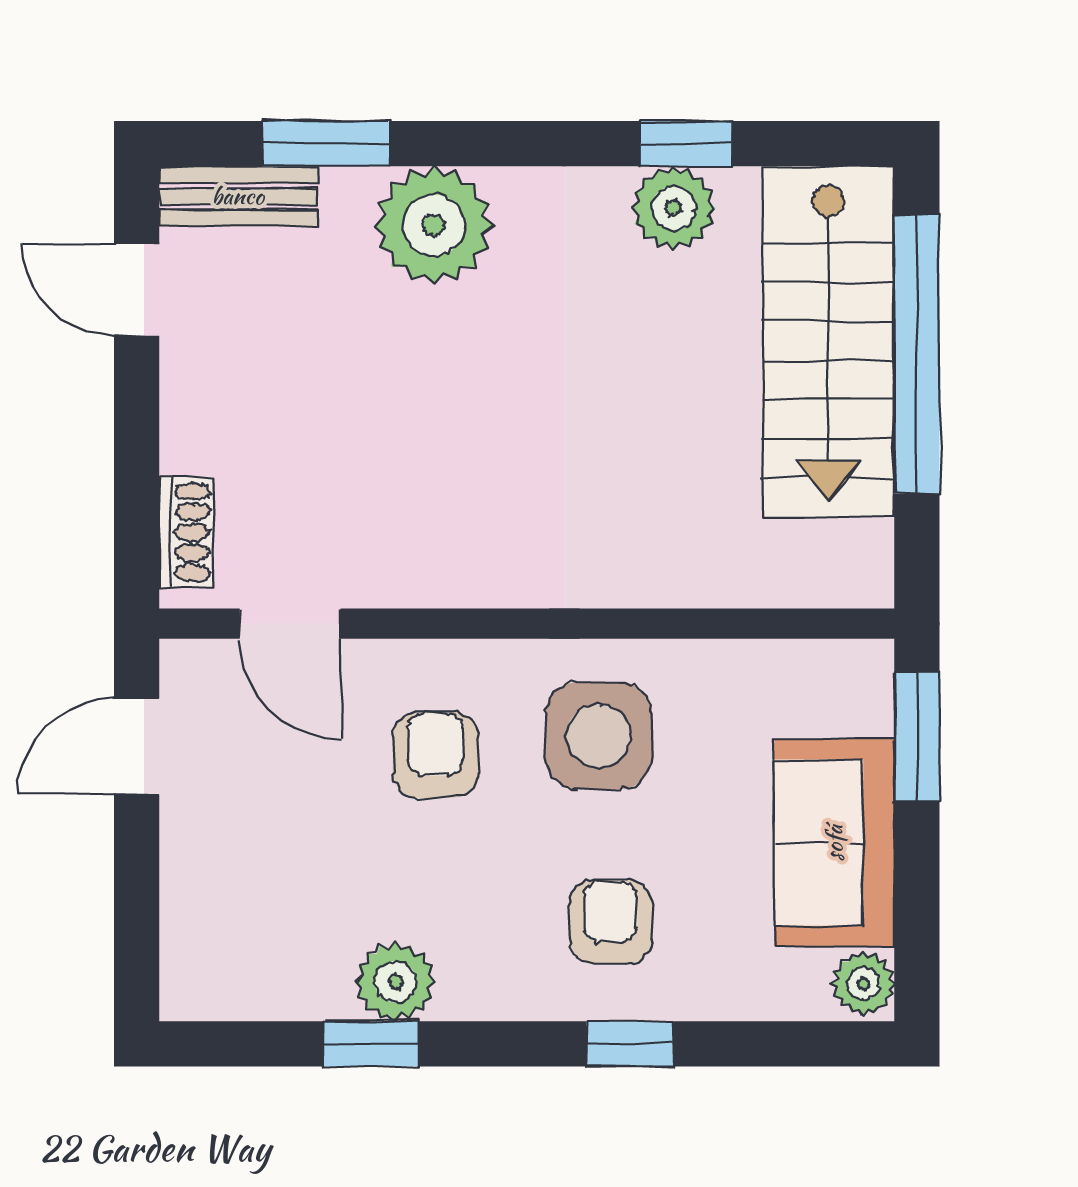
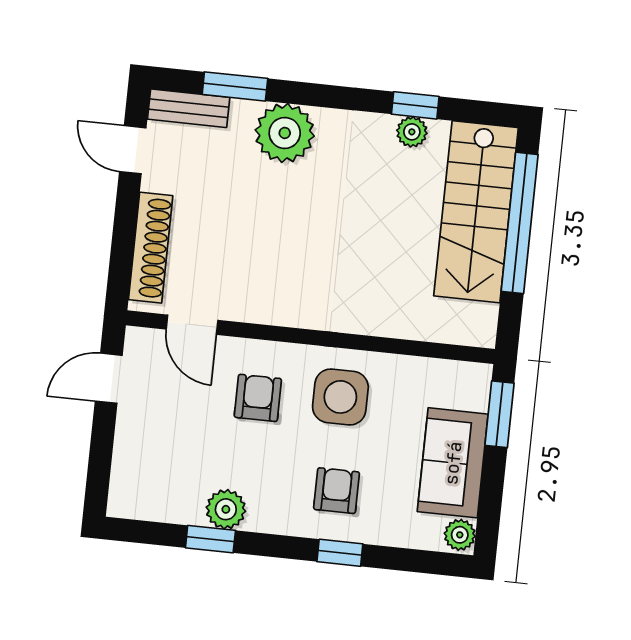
plant: (673, 208) -> (412, 132), width x0.73, depth x0.73
shoe rack: (186, 532) -> (151, 248), width x1.94, depth x1.24

